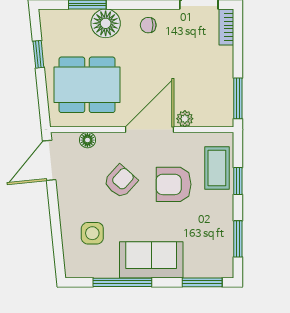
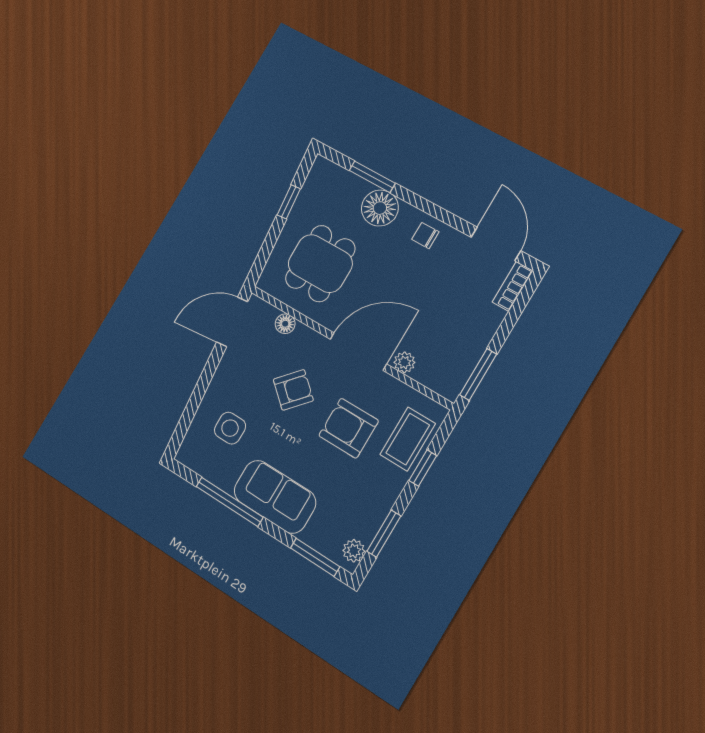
dining table: (87, 85) -> (320, 264), width x0.73
plant: (225, 262) -> (354, 551), added

